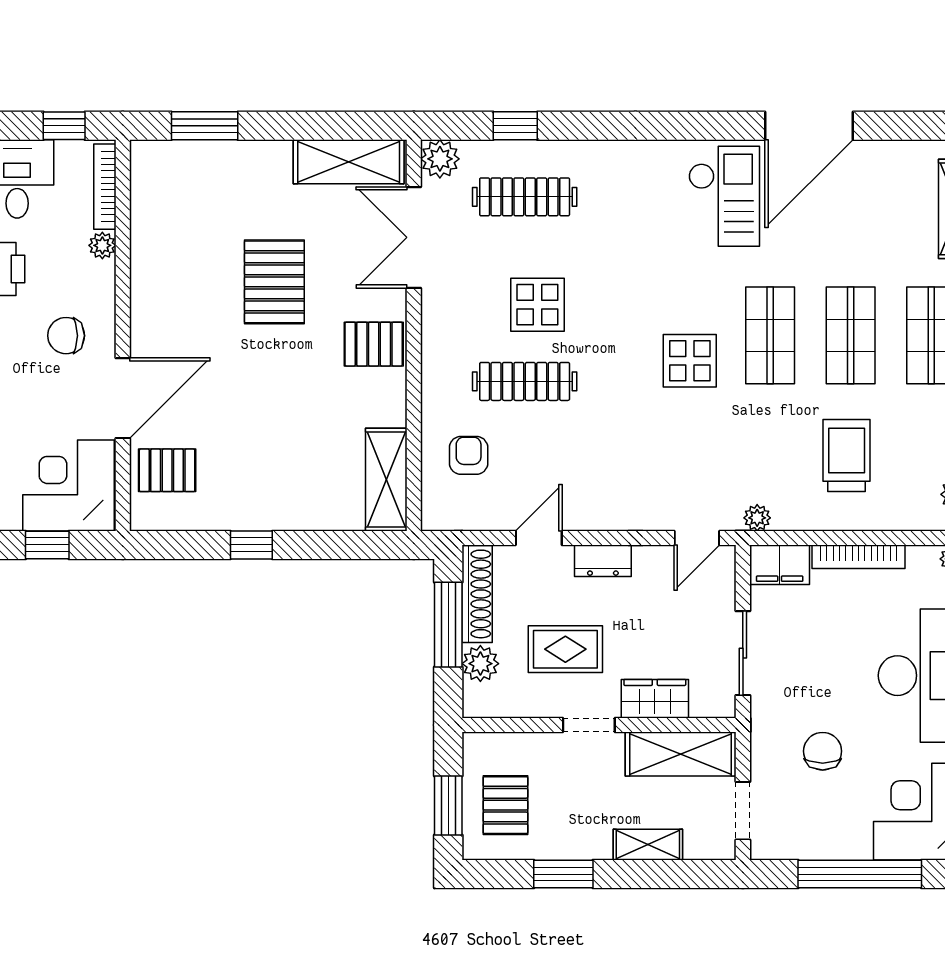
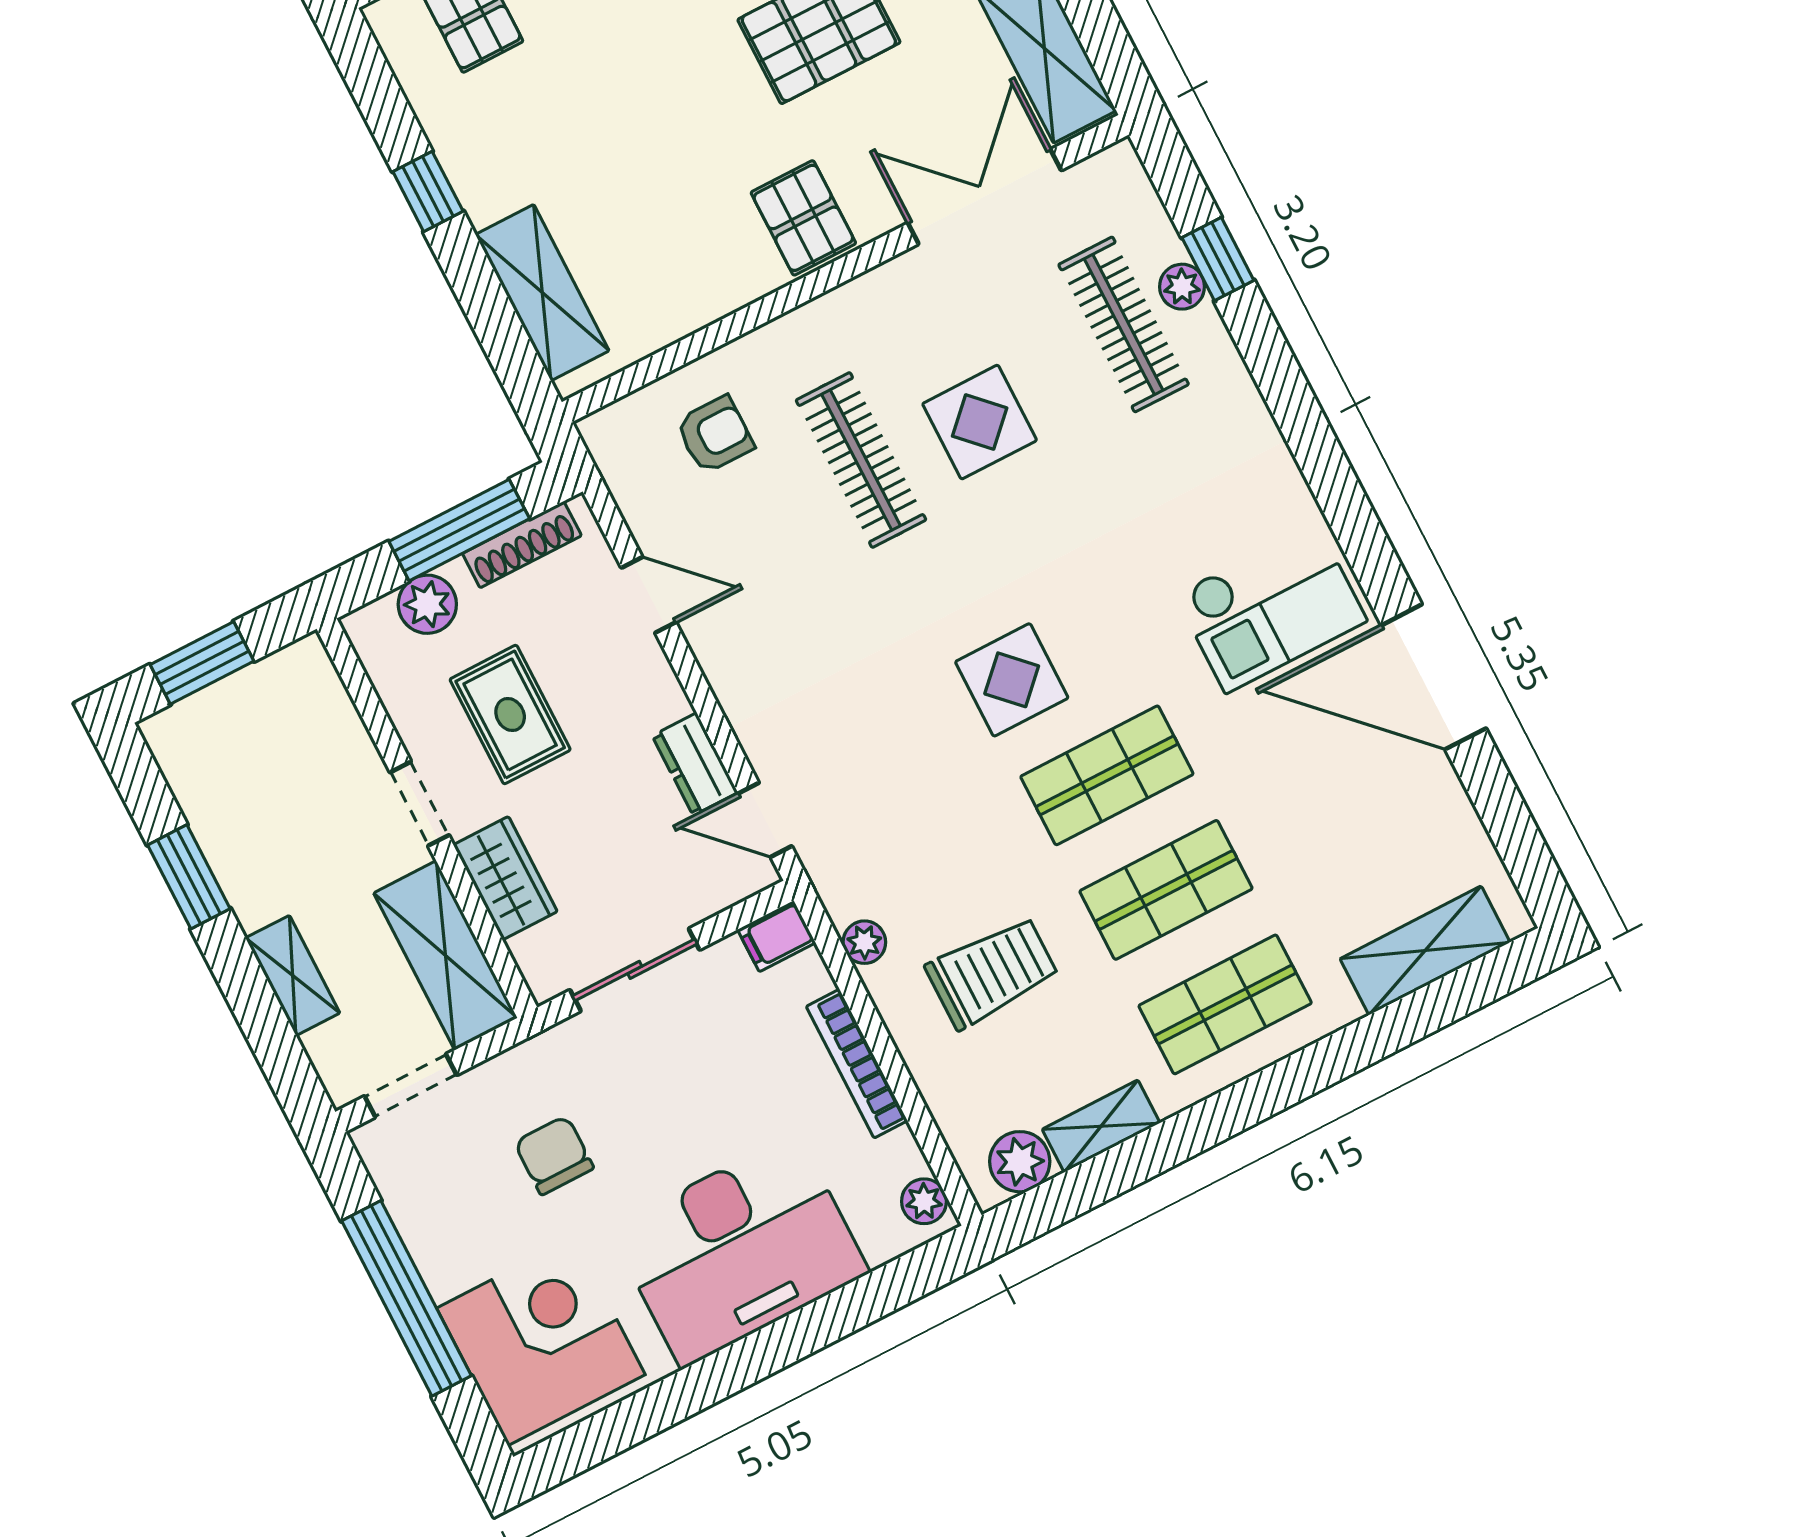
plant: (440, 159) -> (1182, 287), moved, width x0.73, depth x0.73
shelving: (386, 480) -> (542, 293), moved, turned 90
plant: (757, 518) -> (864, 942), moved
dresser: (603, 561) -> (695, 764), moved
filing cabinet: (780, 565) -> (776, 936), width x0.50
shoe rack: (477, 594) -> (522, 545), width x0.74, depth x0.81
chair: (823, 751) -> (554, 1155), turned -90
pallet: (505, 805) -> (244, 744), removed

